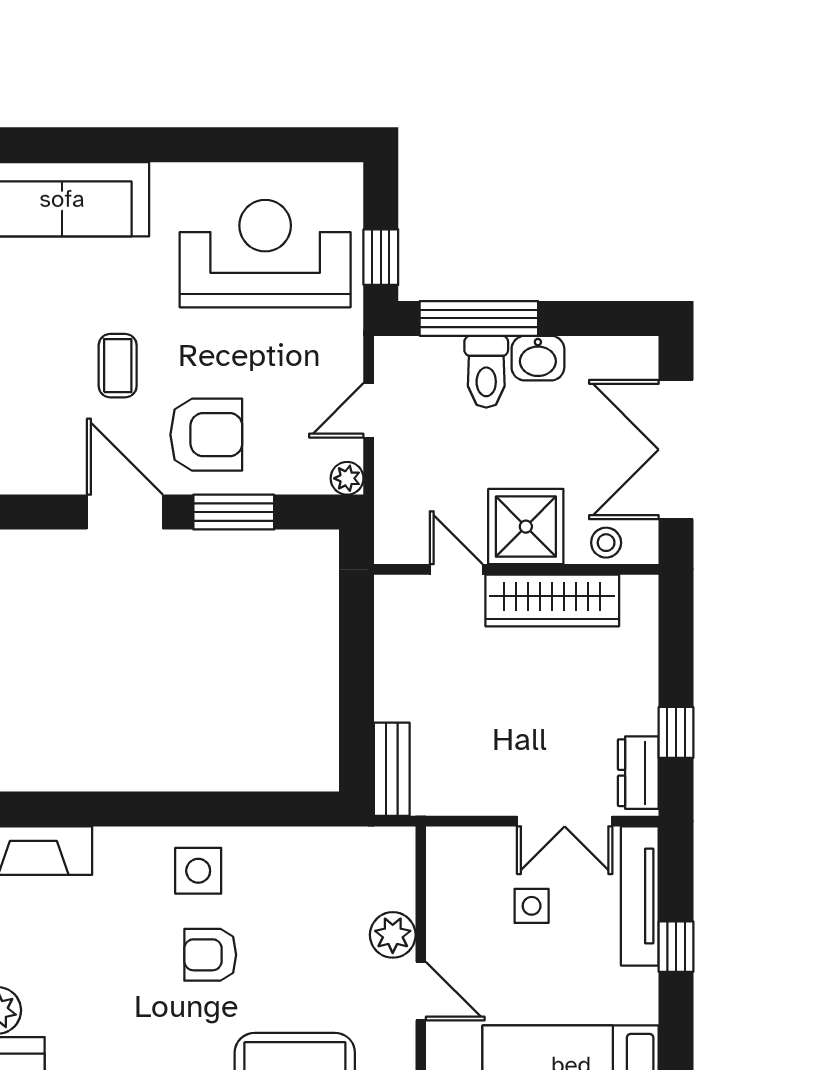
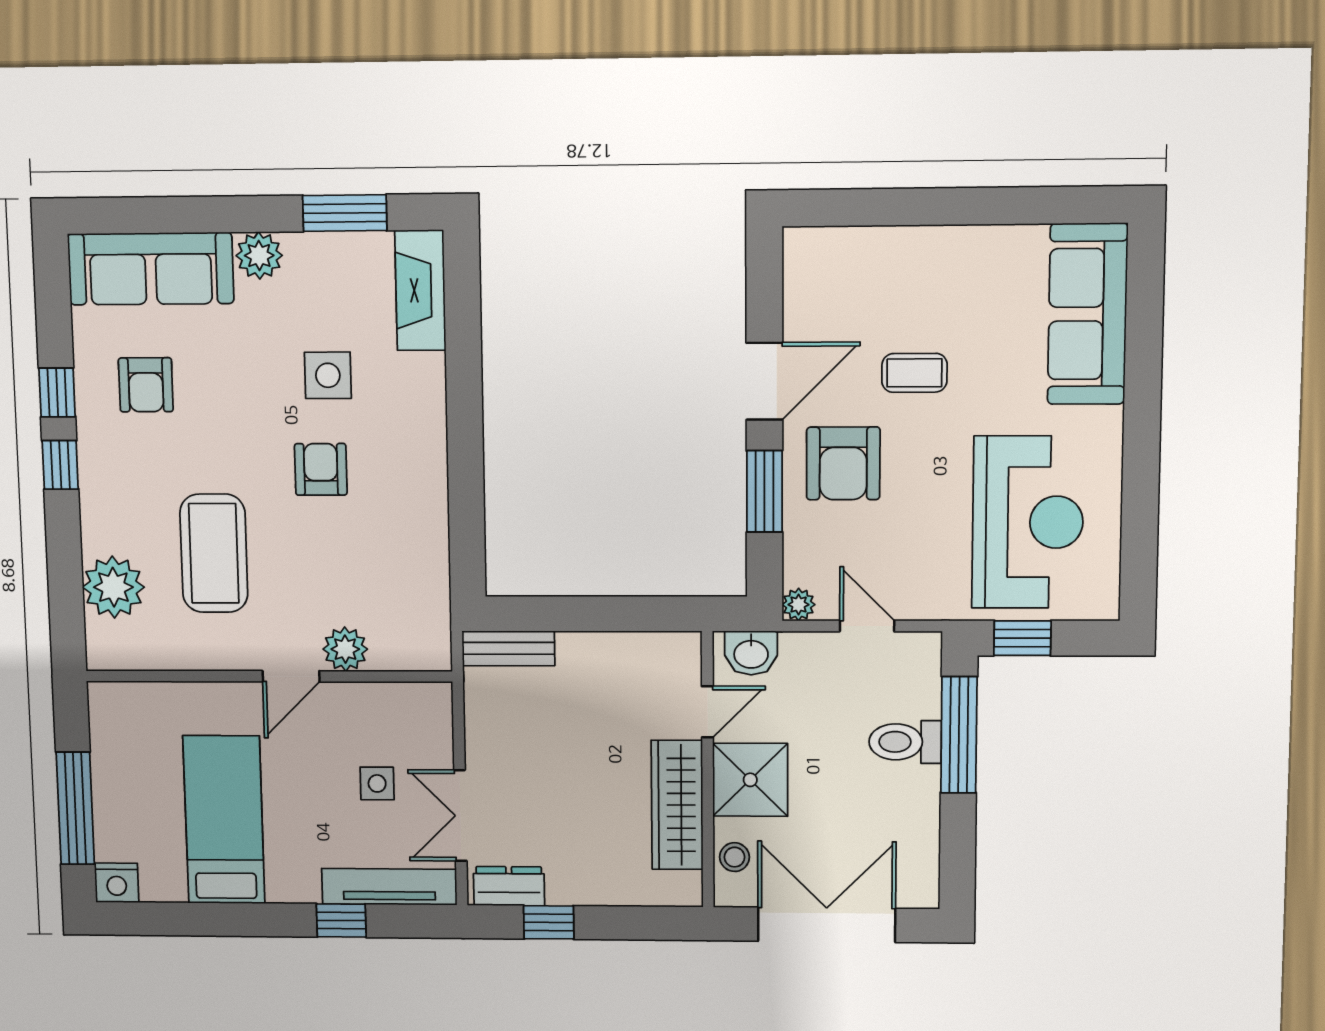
washbasin: (538, 358) -> (751, 653), moved, turned -90
side table: (198, 871) -> (328, 375), moved

